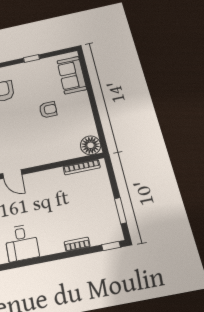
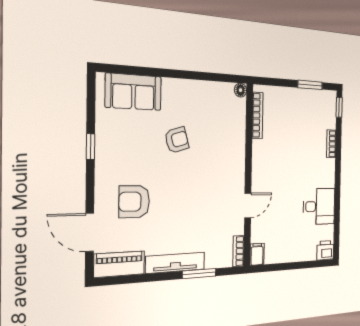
armchair: (48, 110) -> (177, 140), turned 74
floor lamp: (91, 145) -> (241, 90), width x0.53, depth x0.53

